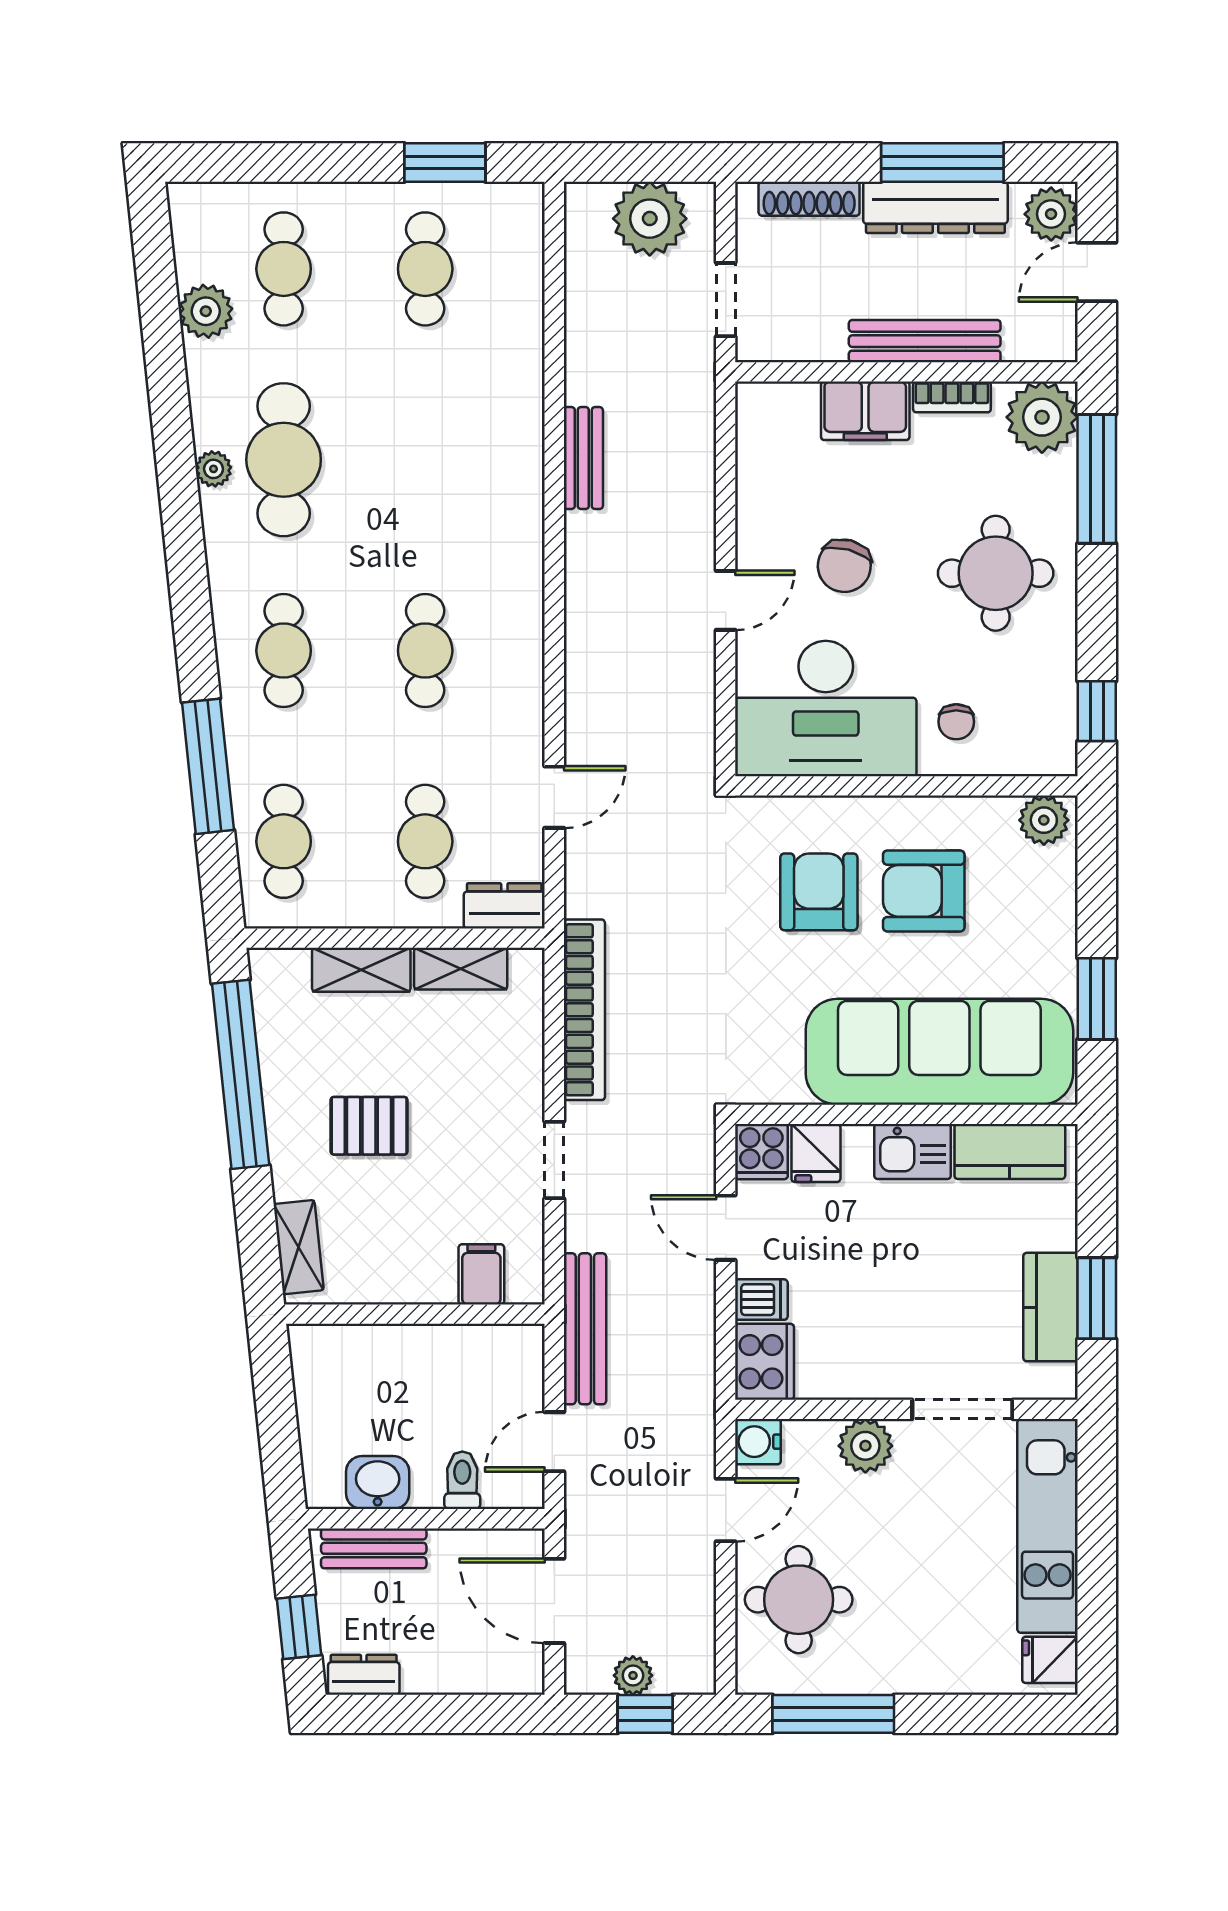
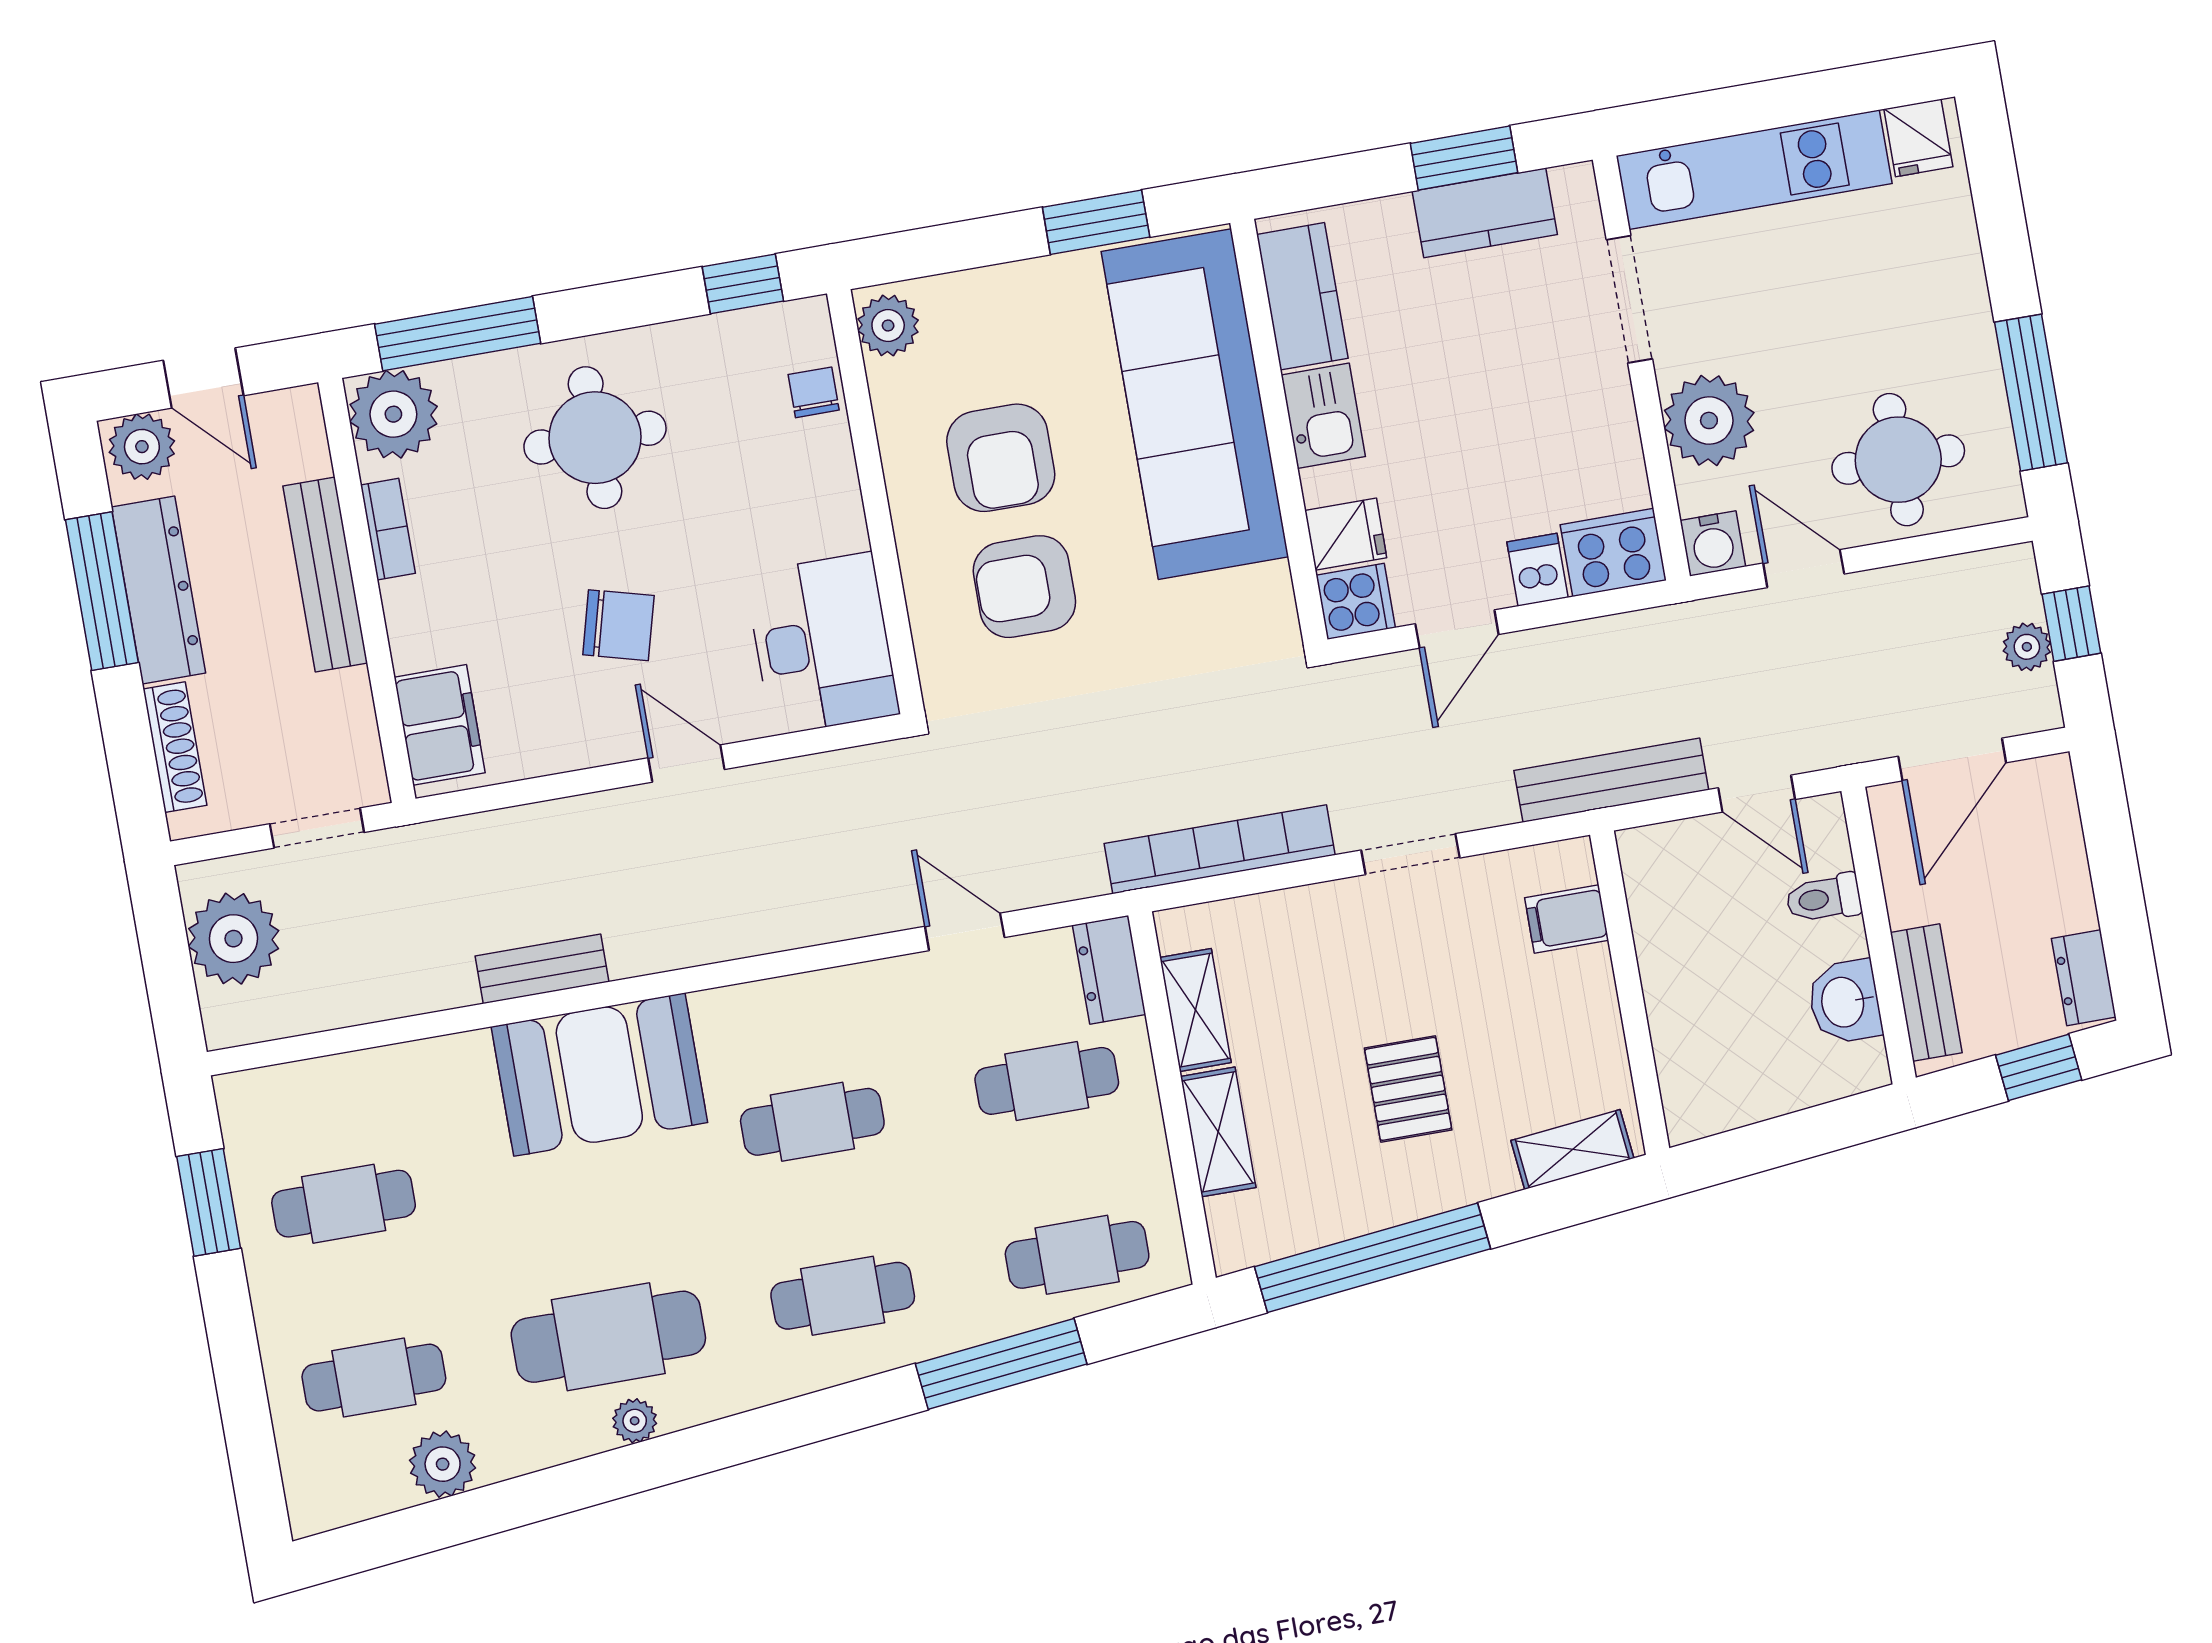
filing cabinet: (865, 411) -> (440, 725), moved
booth: (492, 489) -> (599, 1075), added
desk: (826, 709) -> (822, 644), width x0.73, depth x0.77
chair: (956, 722) -> (814, 392), moved, turned -90
plant: (865, 1446) -> (1709, 420), width x1.36, depth x1.36

